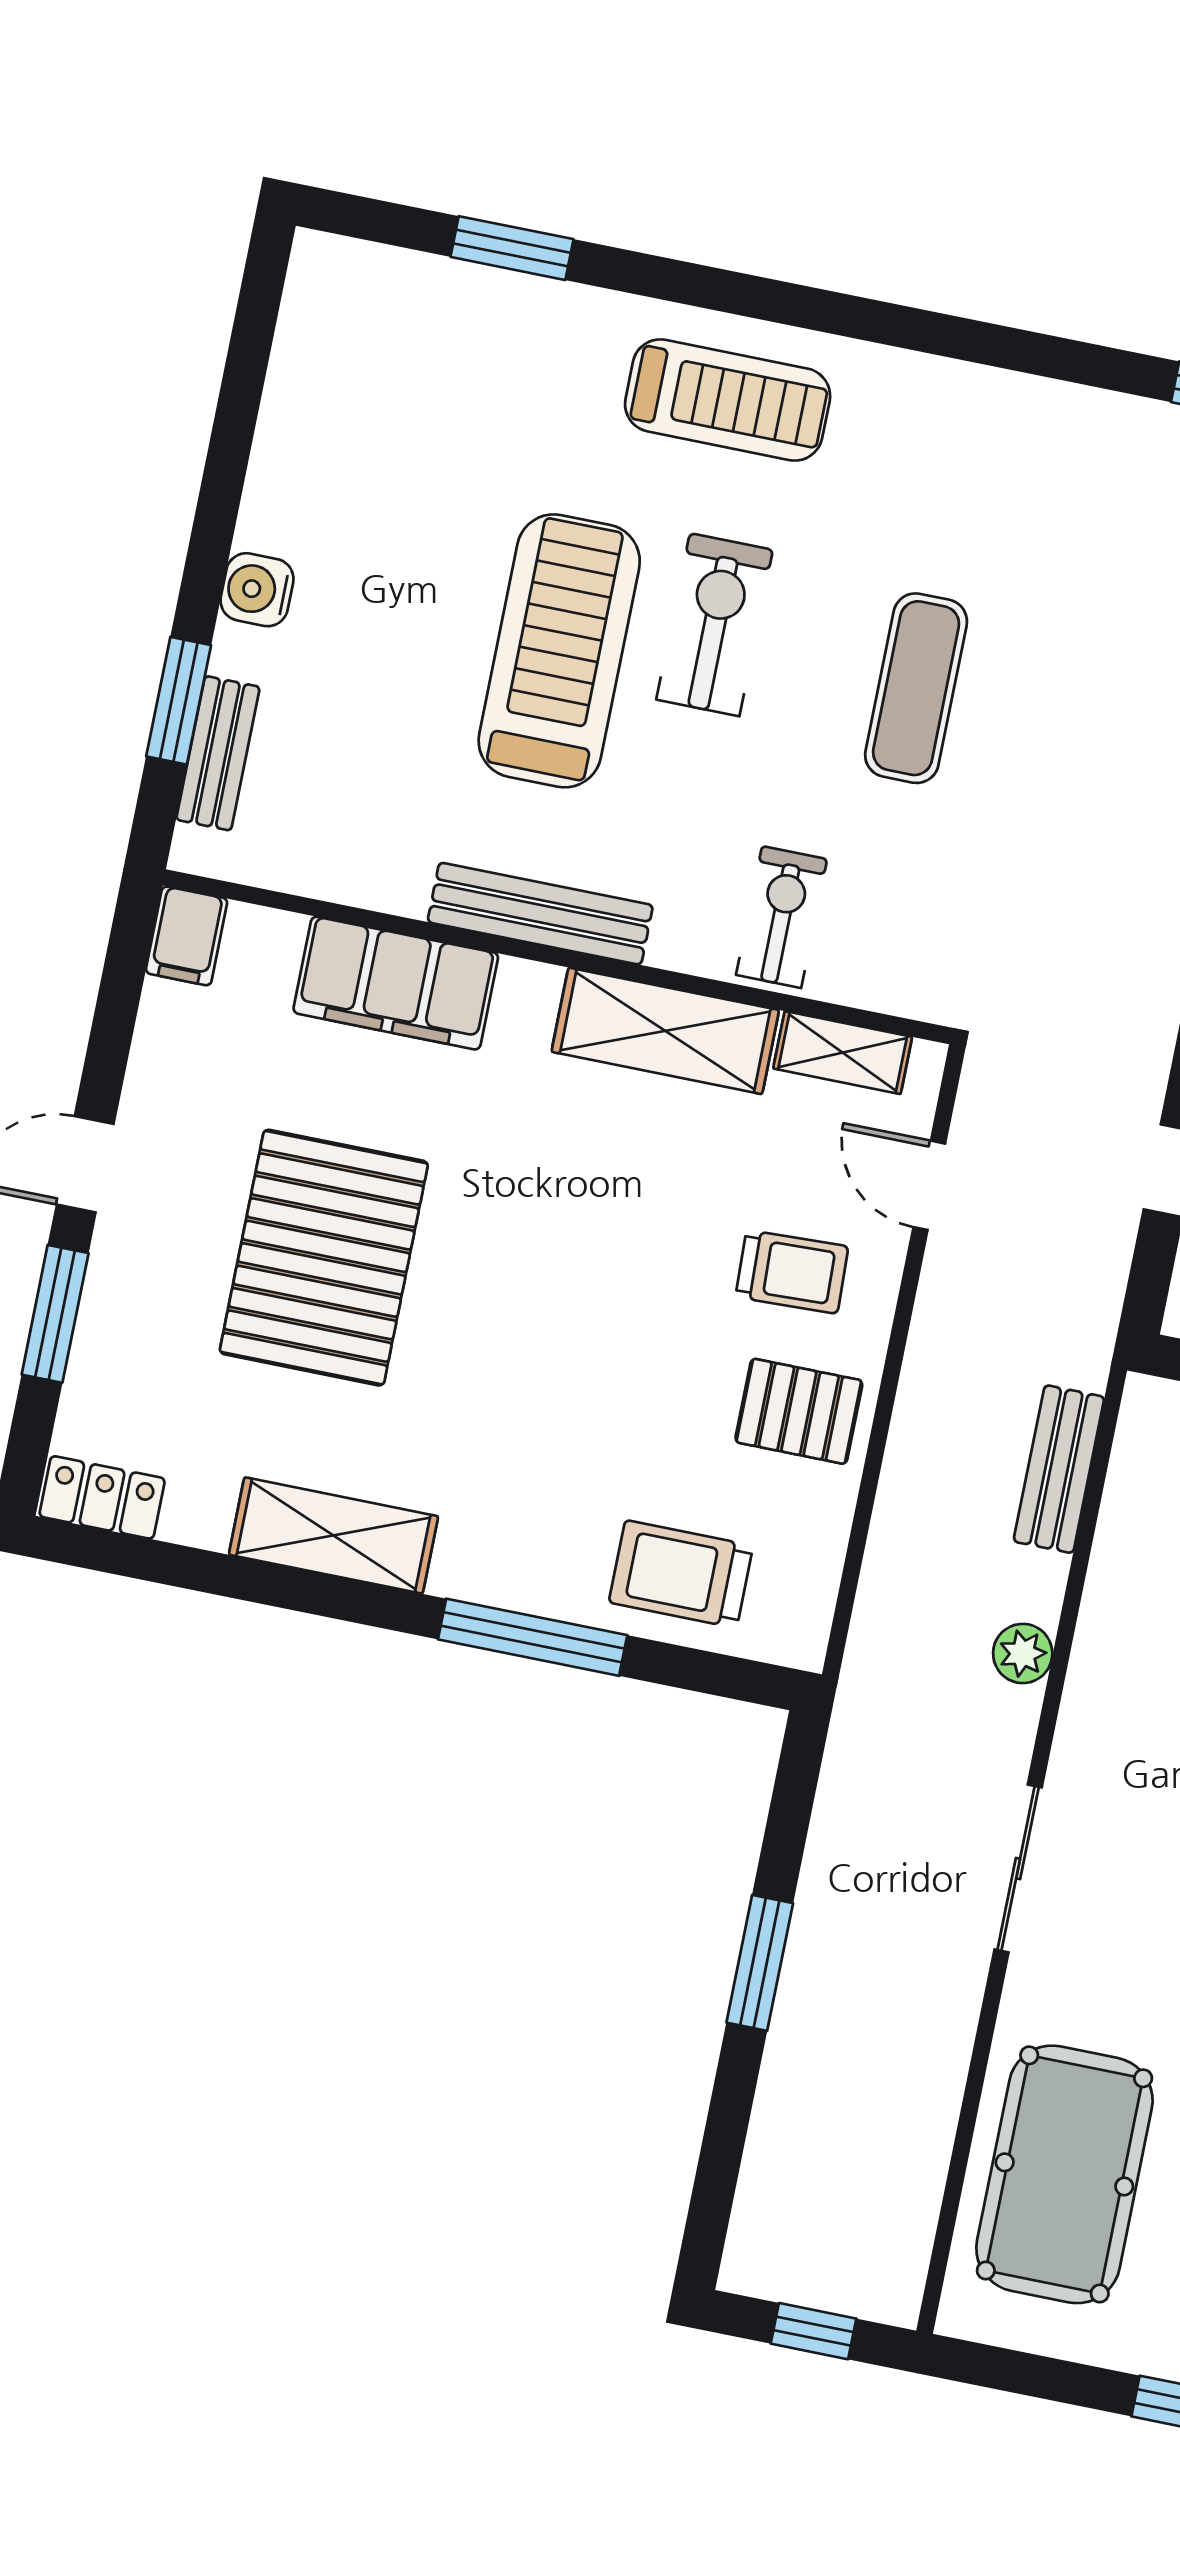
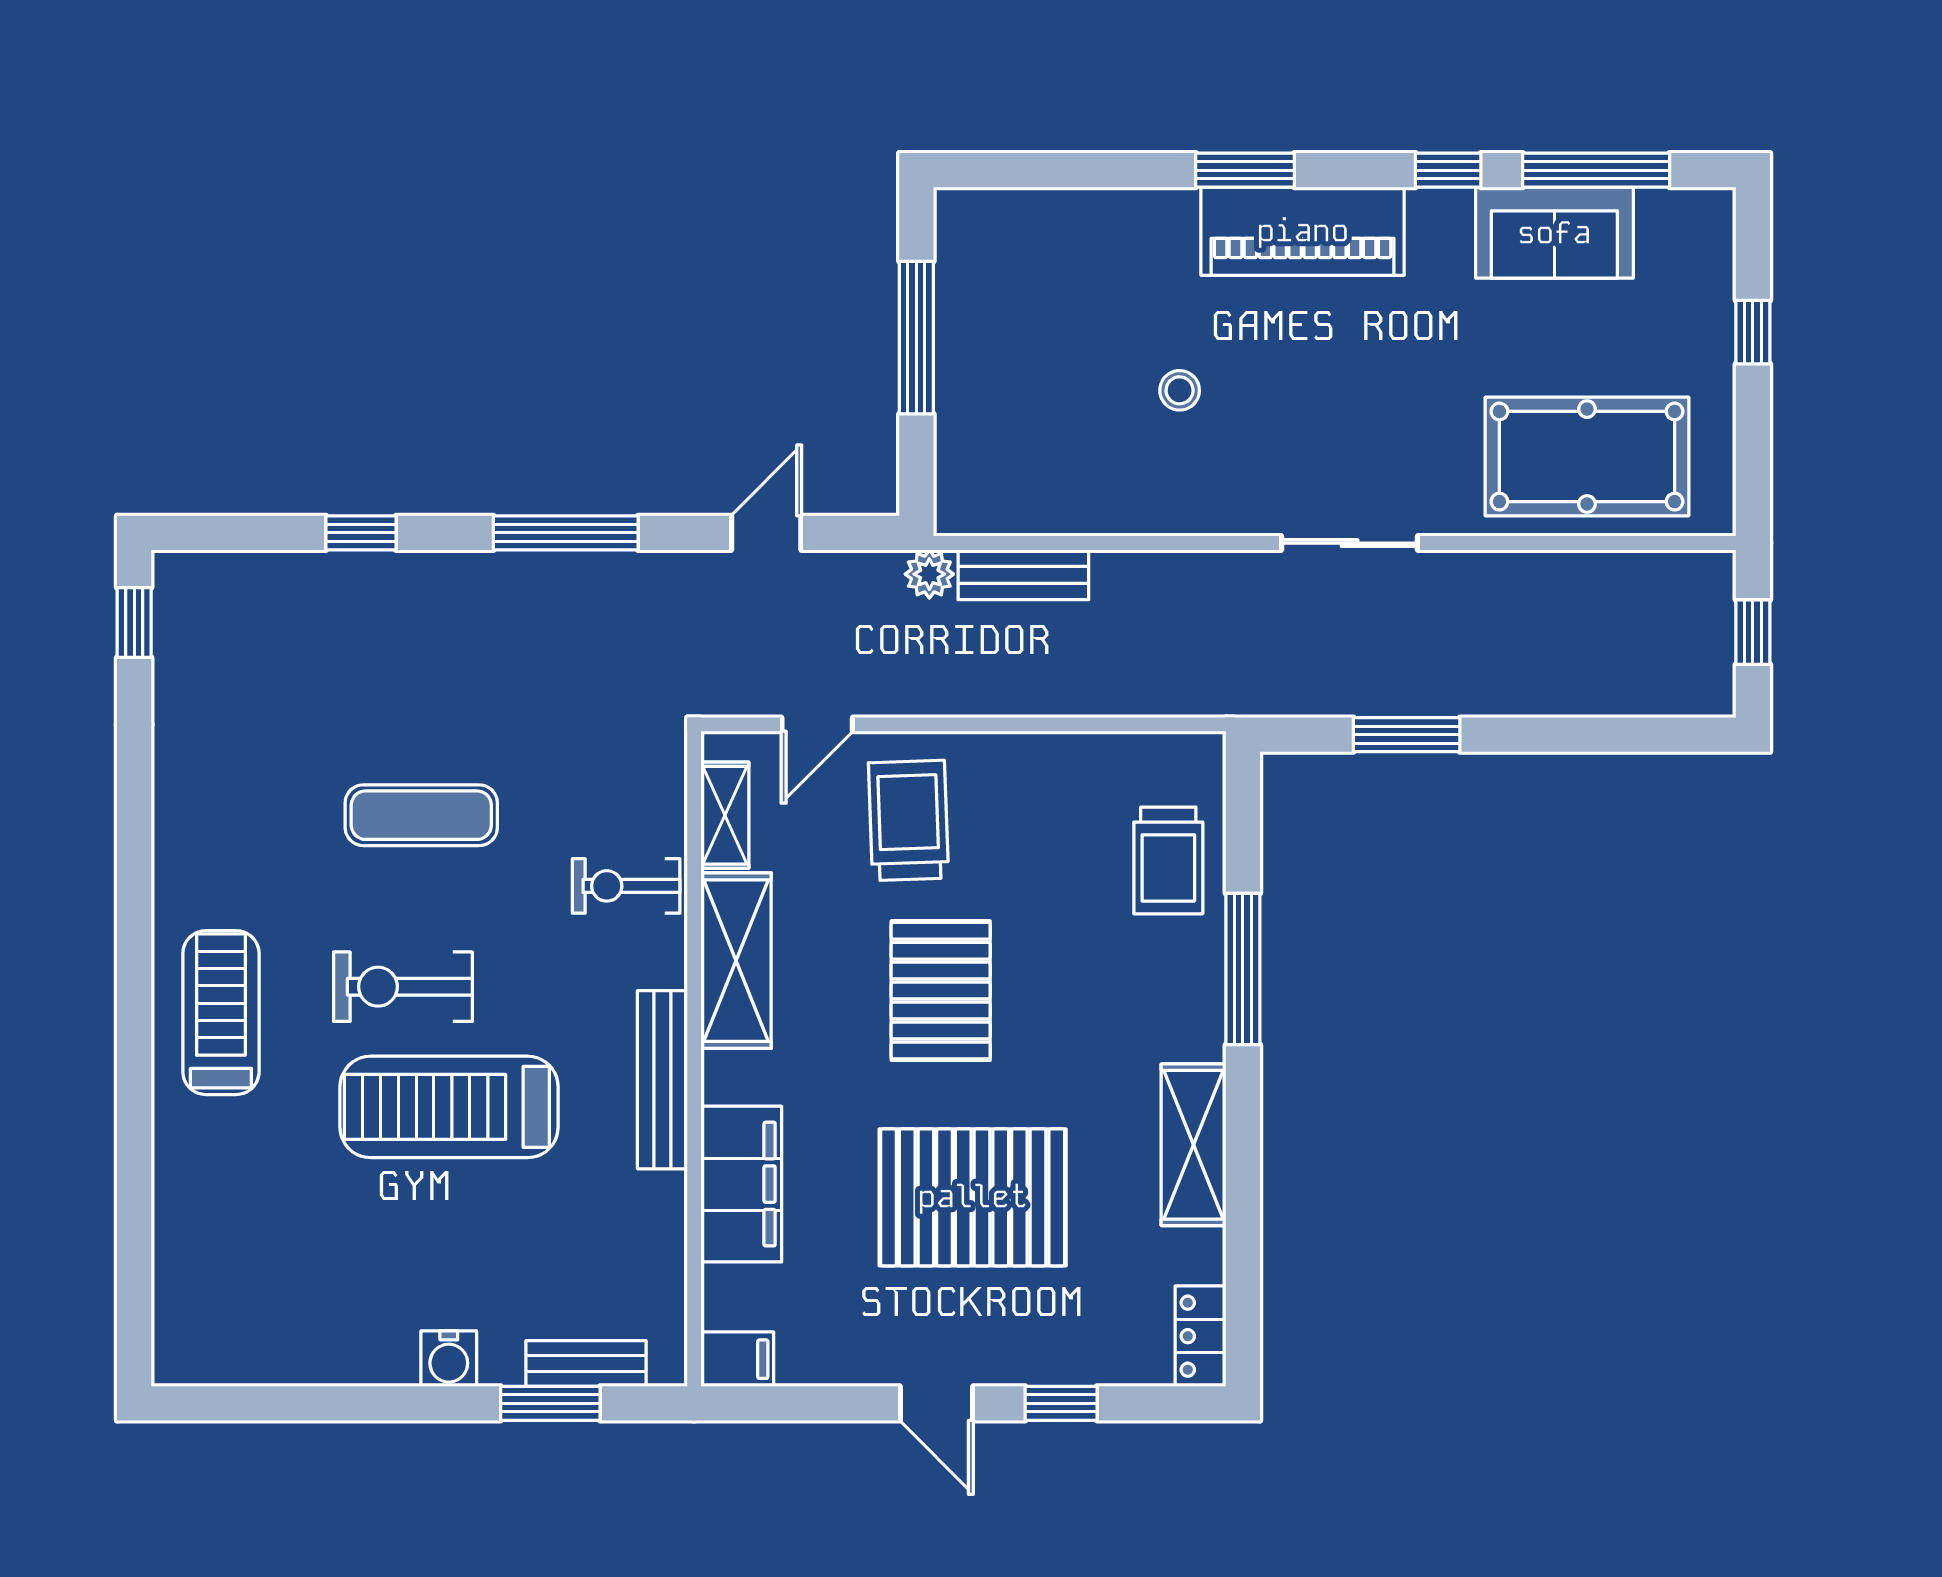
window: (512, 248) -> (134, 1210), removed
trolley: (792, 1272) -> (908, 820), width x1.36, depth x1.39
window: (55, 1314) -> (1061, 1403), width x0.67
pallet: (799, 1411) -> (941, 991), moved, width x1.50, depth x1.42
plant: (1023, 1653) -> (929, 574), moved
window: (760, 1963) -> (1407, 735), moved

